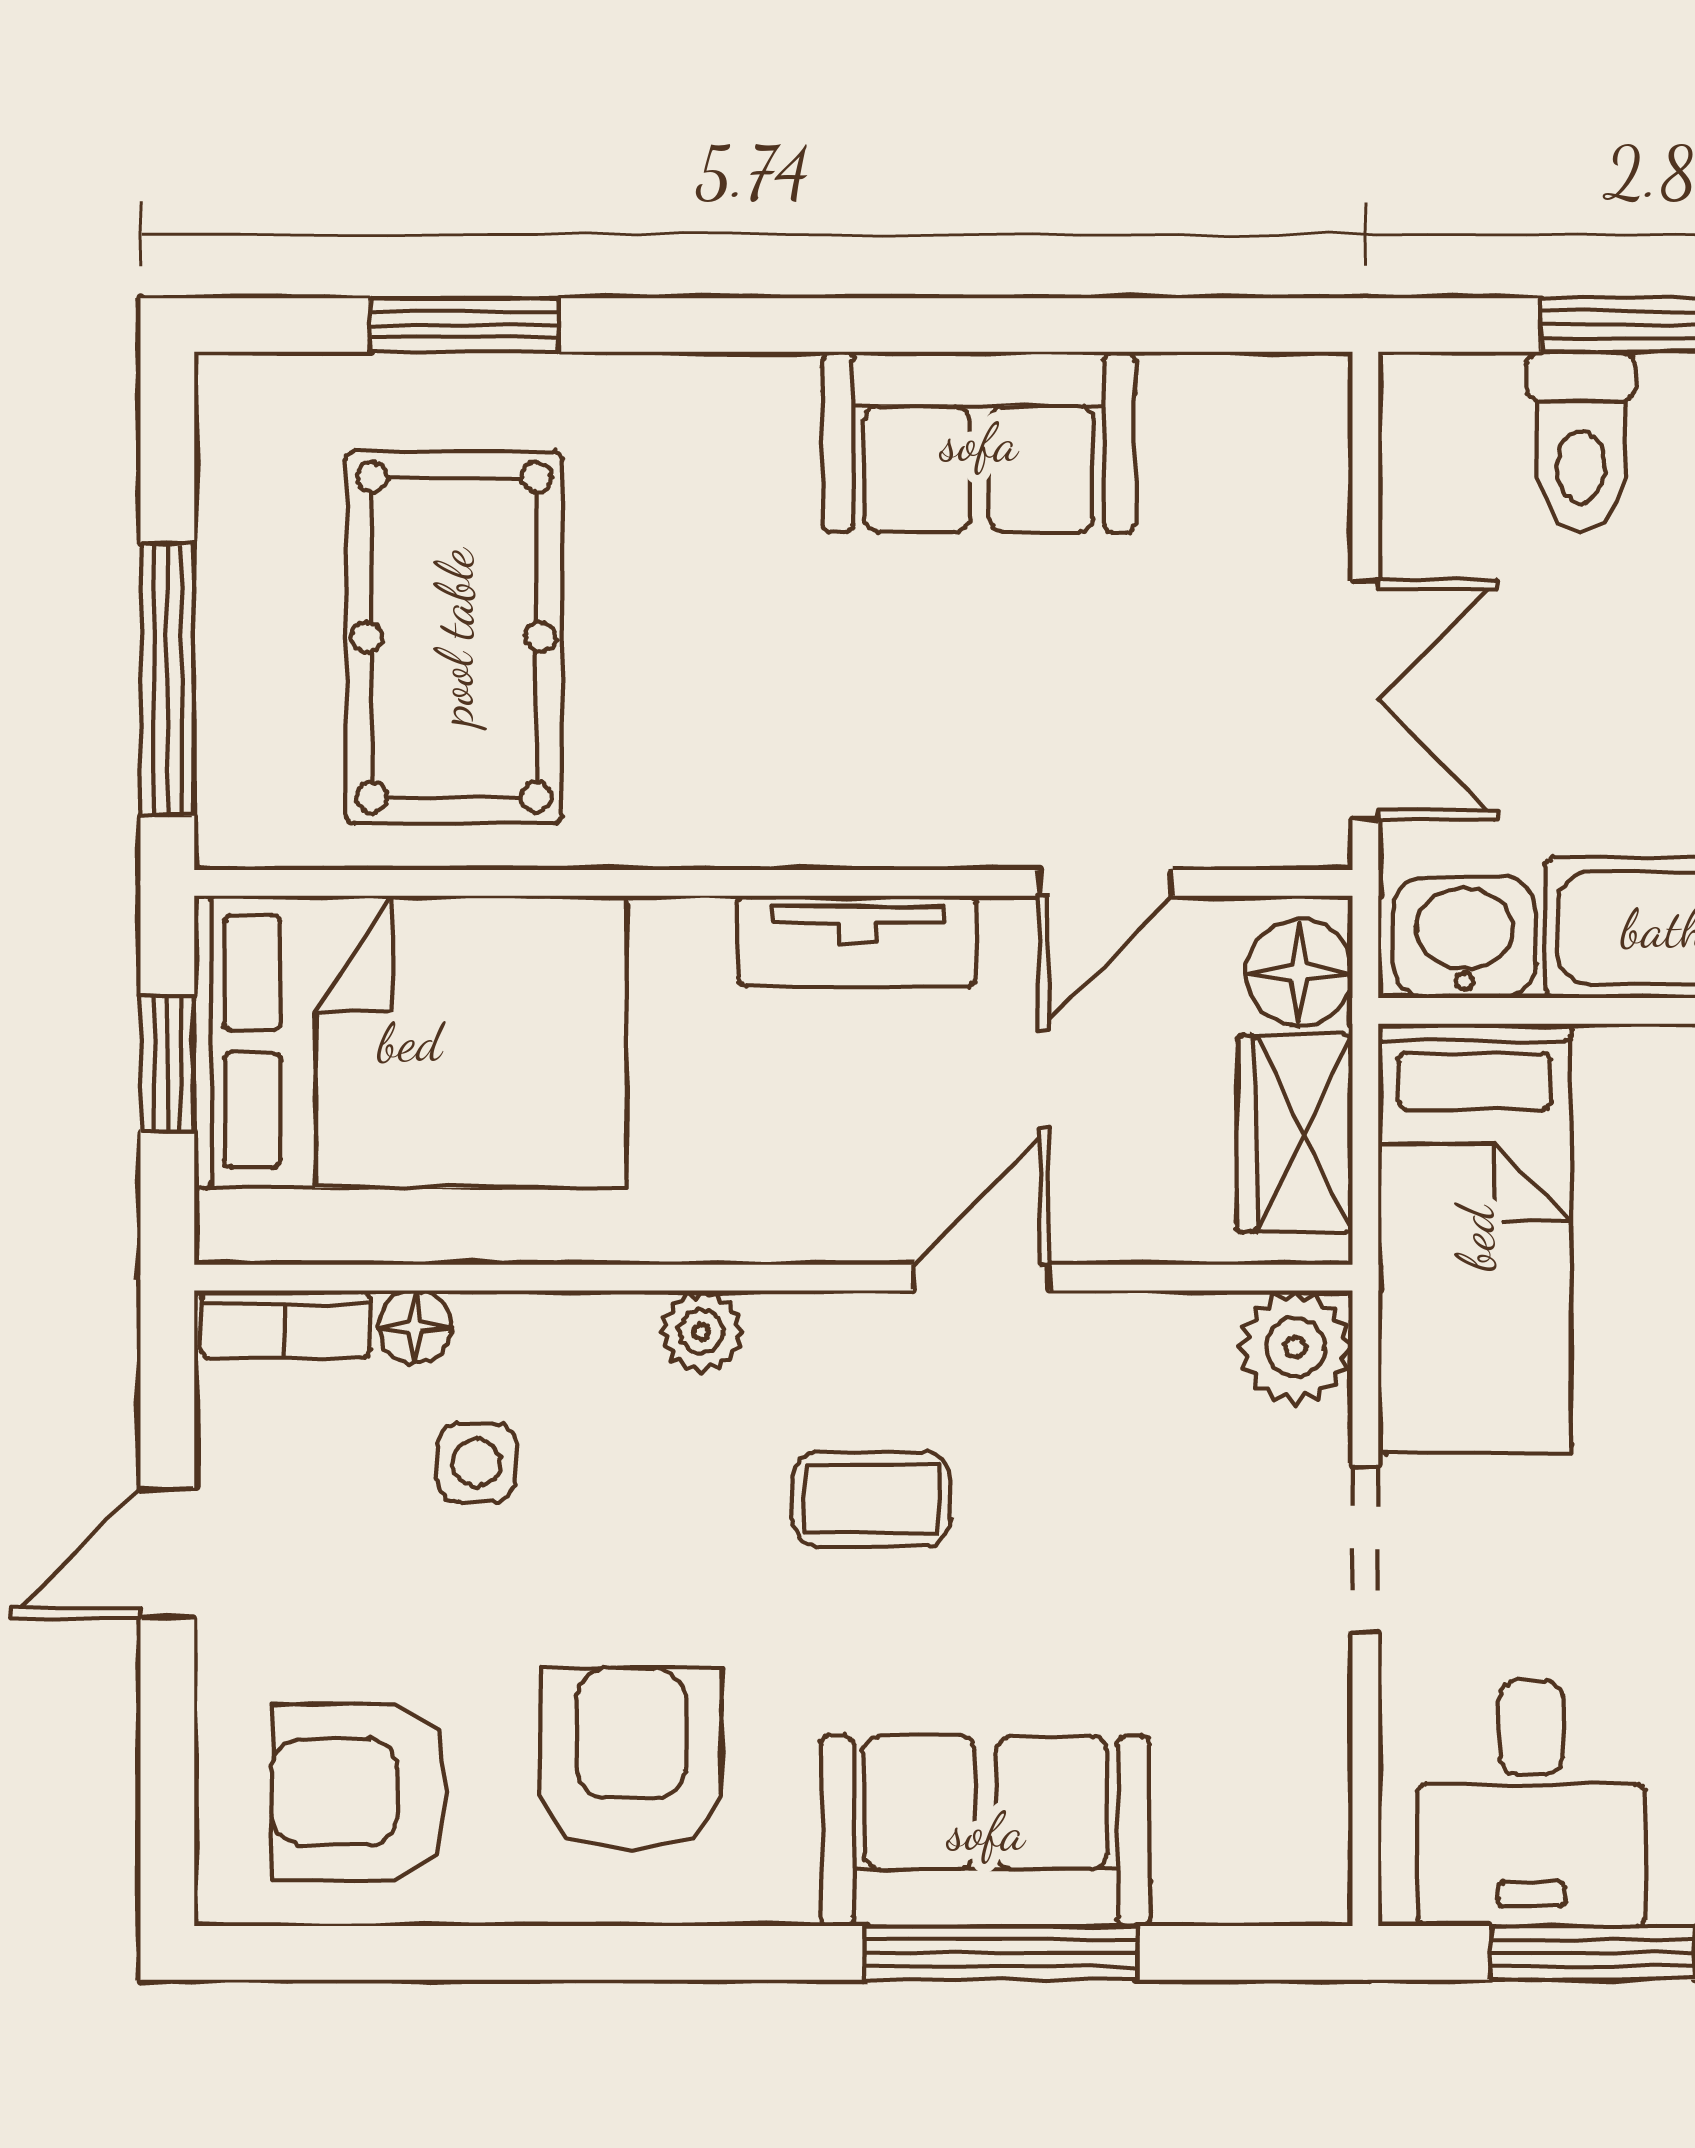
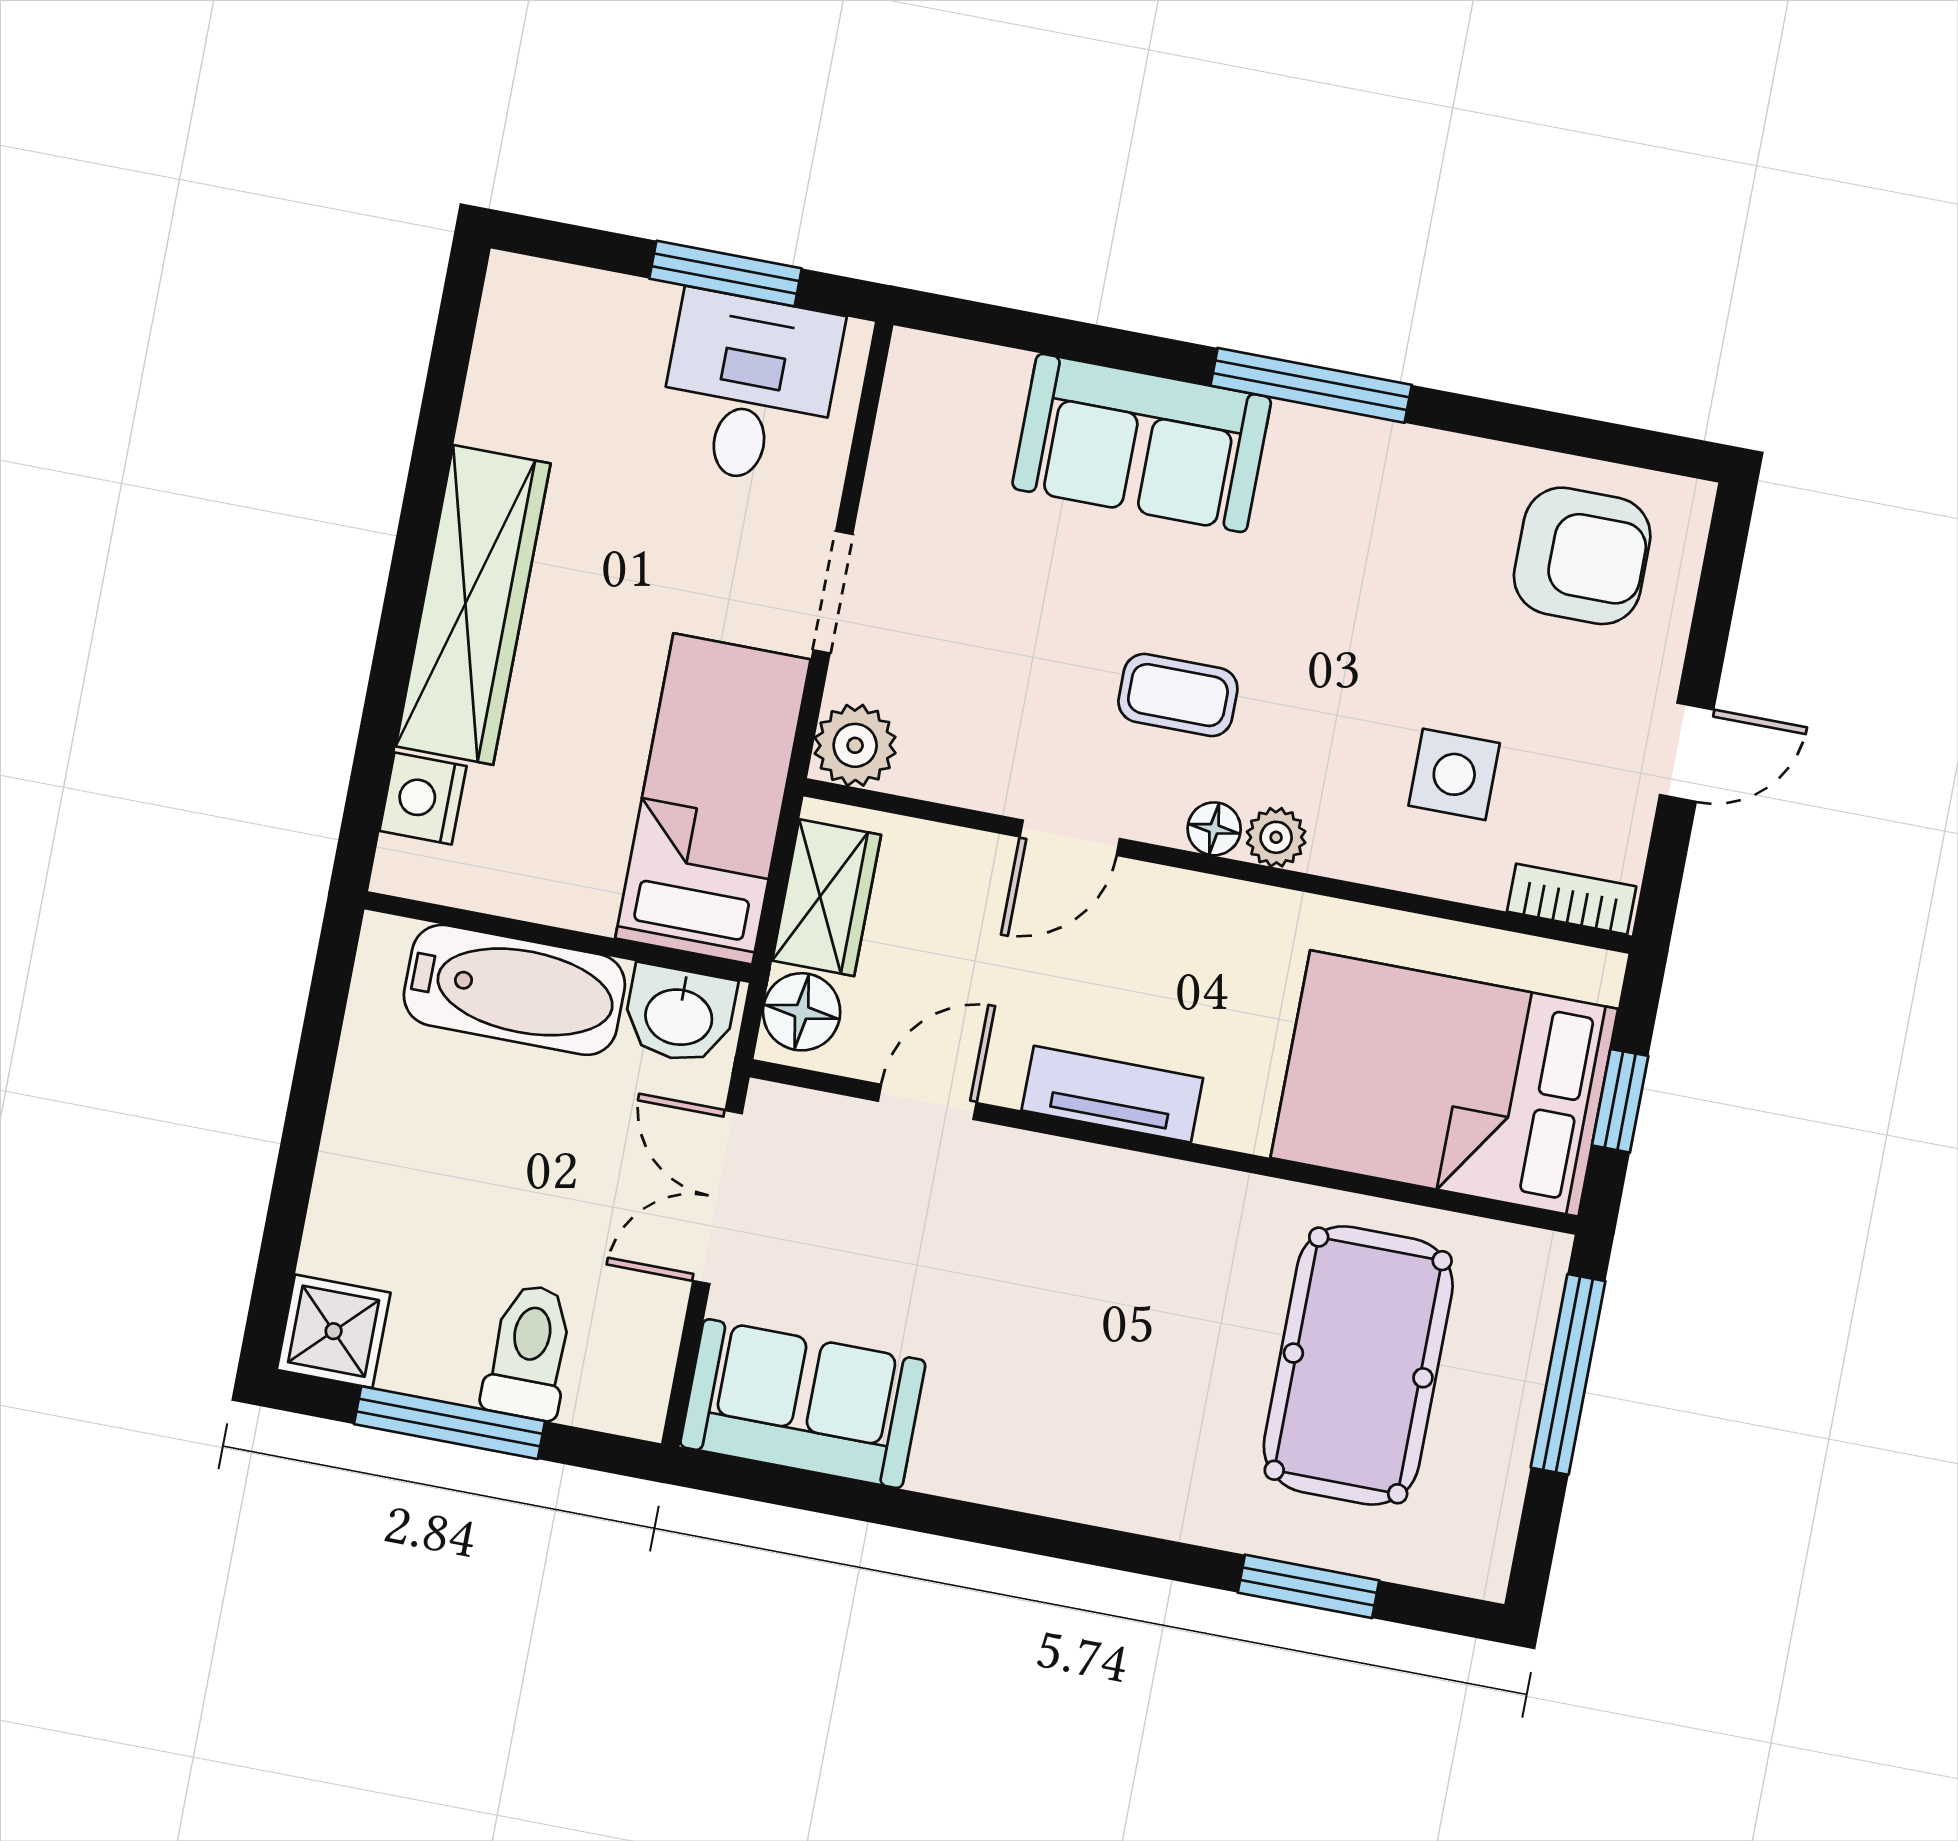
sofa: (979, 442) -> (803, 1404), moved
floor lamp: (415, 1327) -> (1214, 829), moved
side table: (477, 1463) -> (1454, 774), width x1.37, depth x1.37
armchair: (631, 1759) -> (1385, 542), removed
window: (1001, 1953) -> (1311, 385), moved

